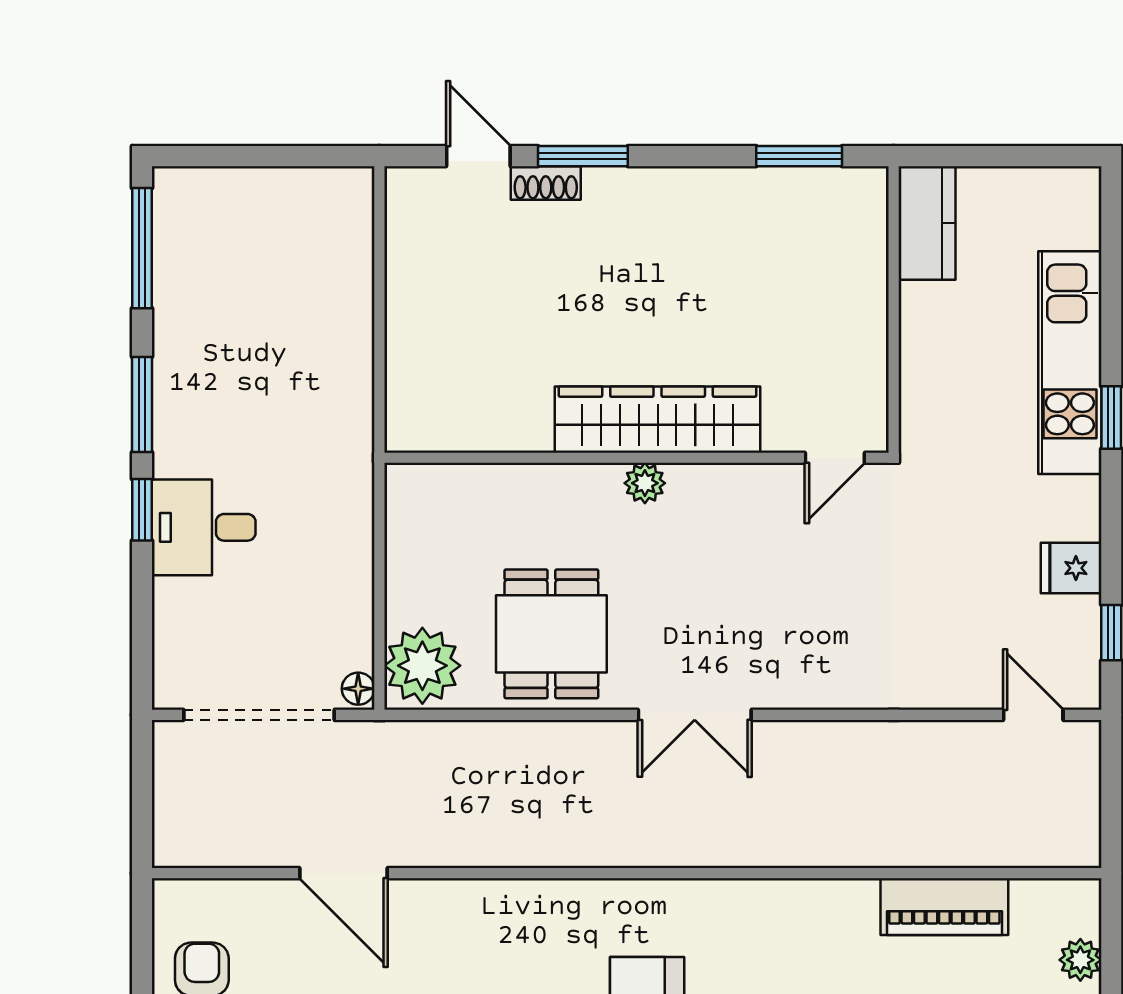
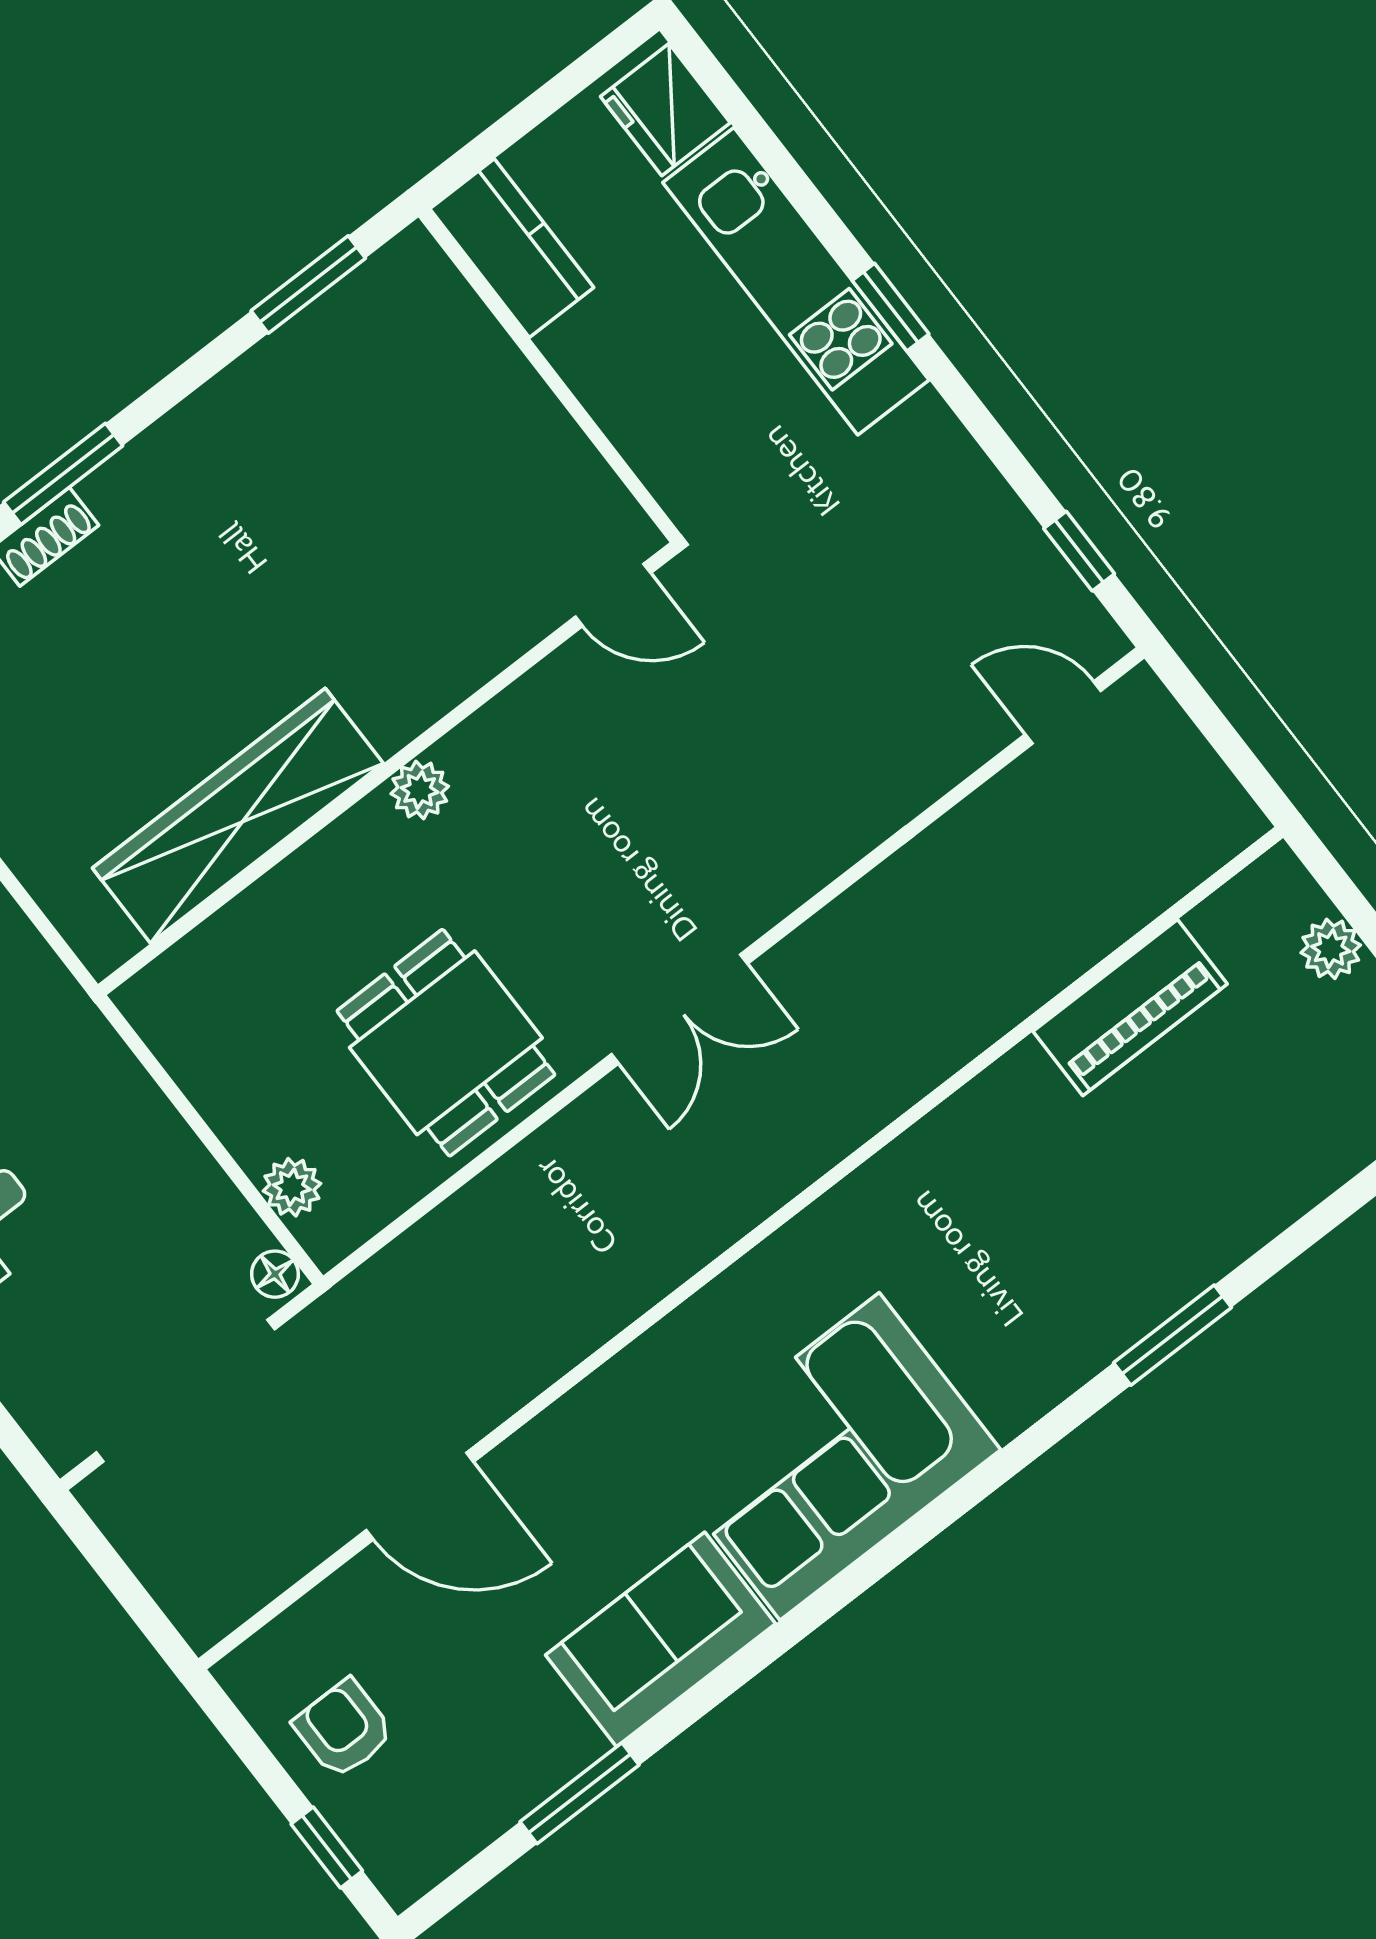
wardrobe: (658, 420) -> (238, 816), moved
door: (835, 458) -> (613, 595), hinge flipped
fridge: (1071, 568) -> (665, 110), moved, width x1.38
plant: (422, 666) -> (292, 1187), width x0.53, depth x0.53

